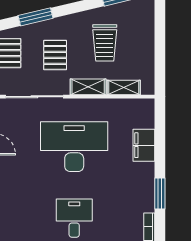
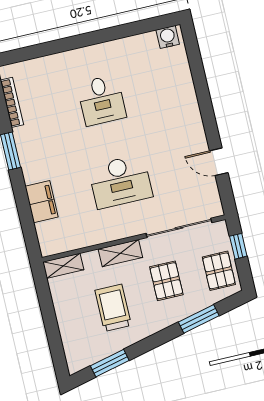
shelving: (124, 87) -> (63, 266), moved
desk: (74, 147) -> (120, 182), width x0.73, depth x0.77

